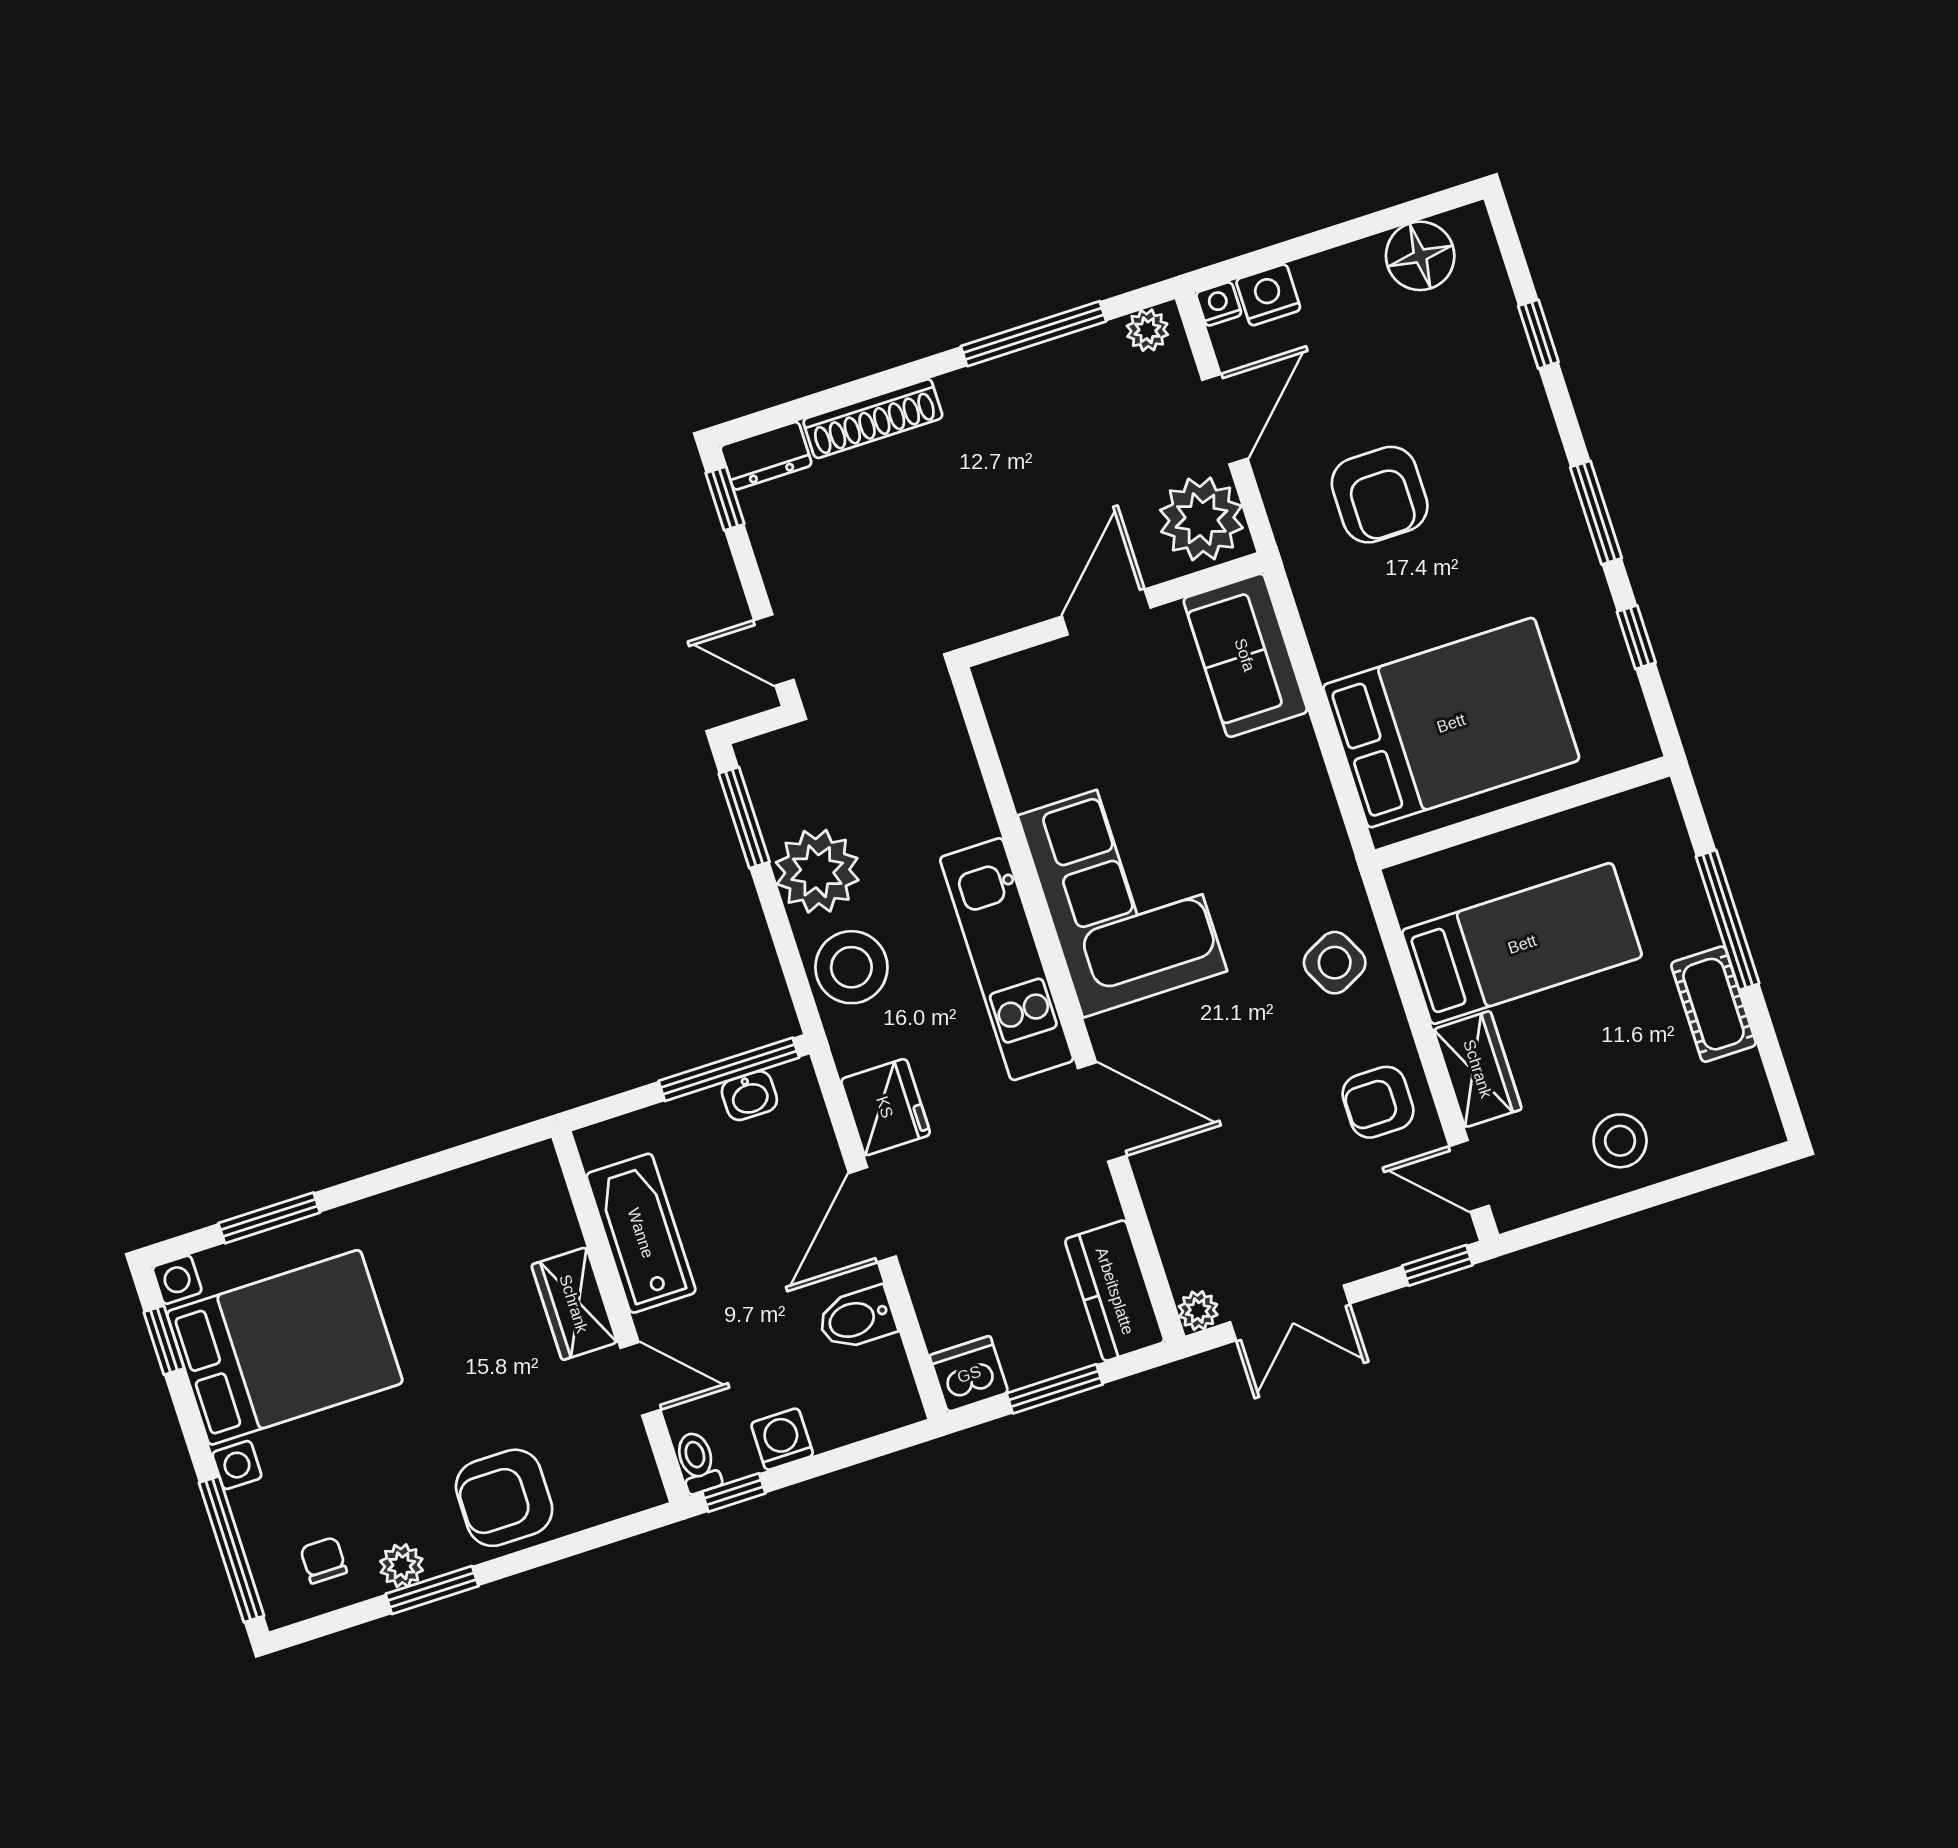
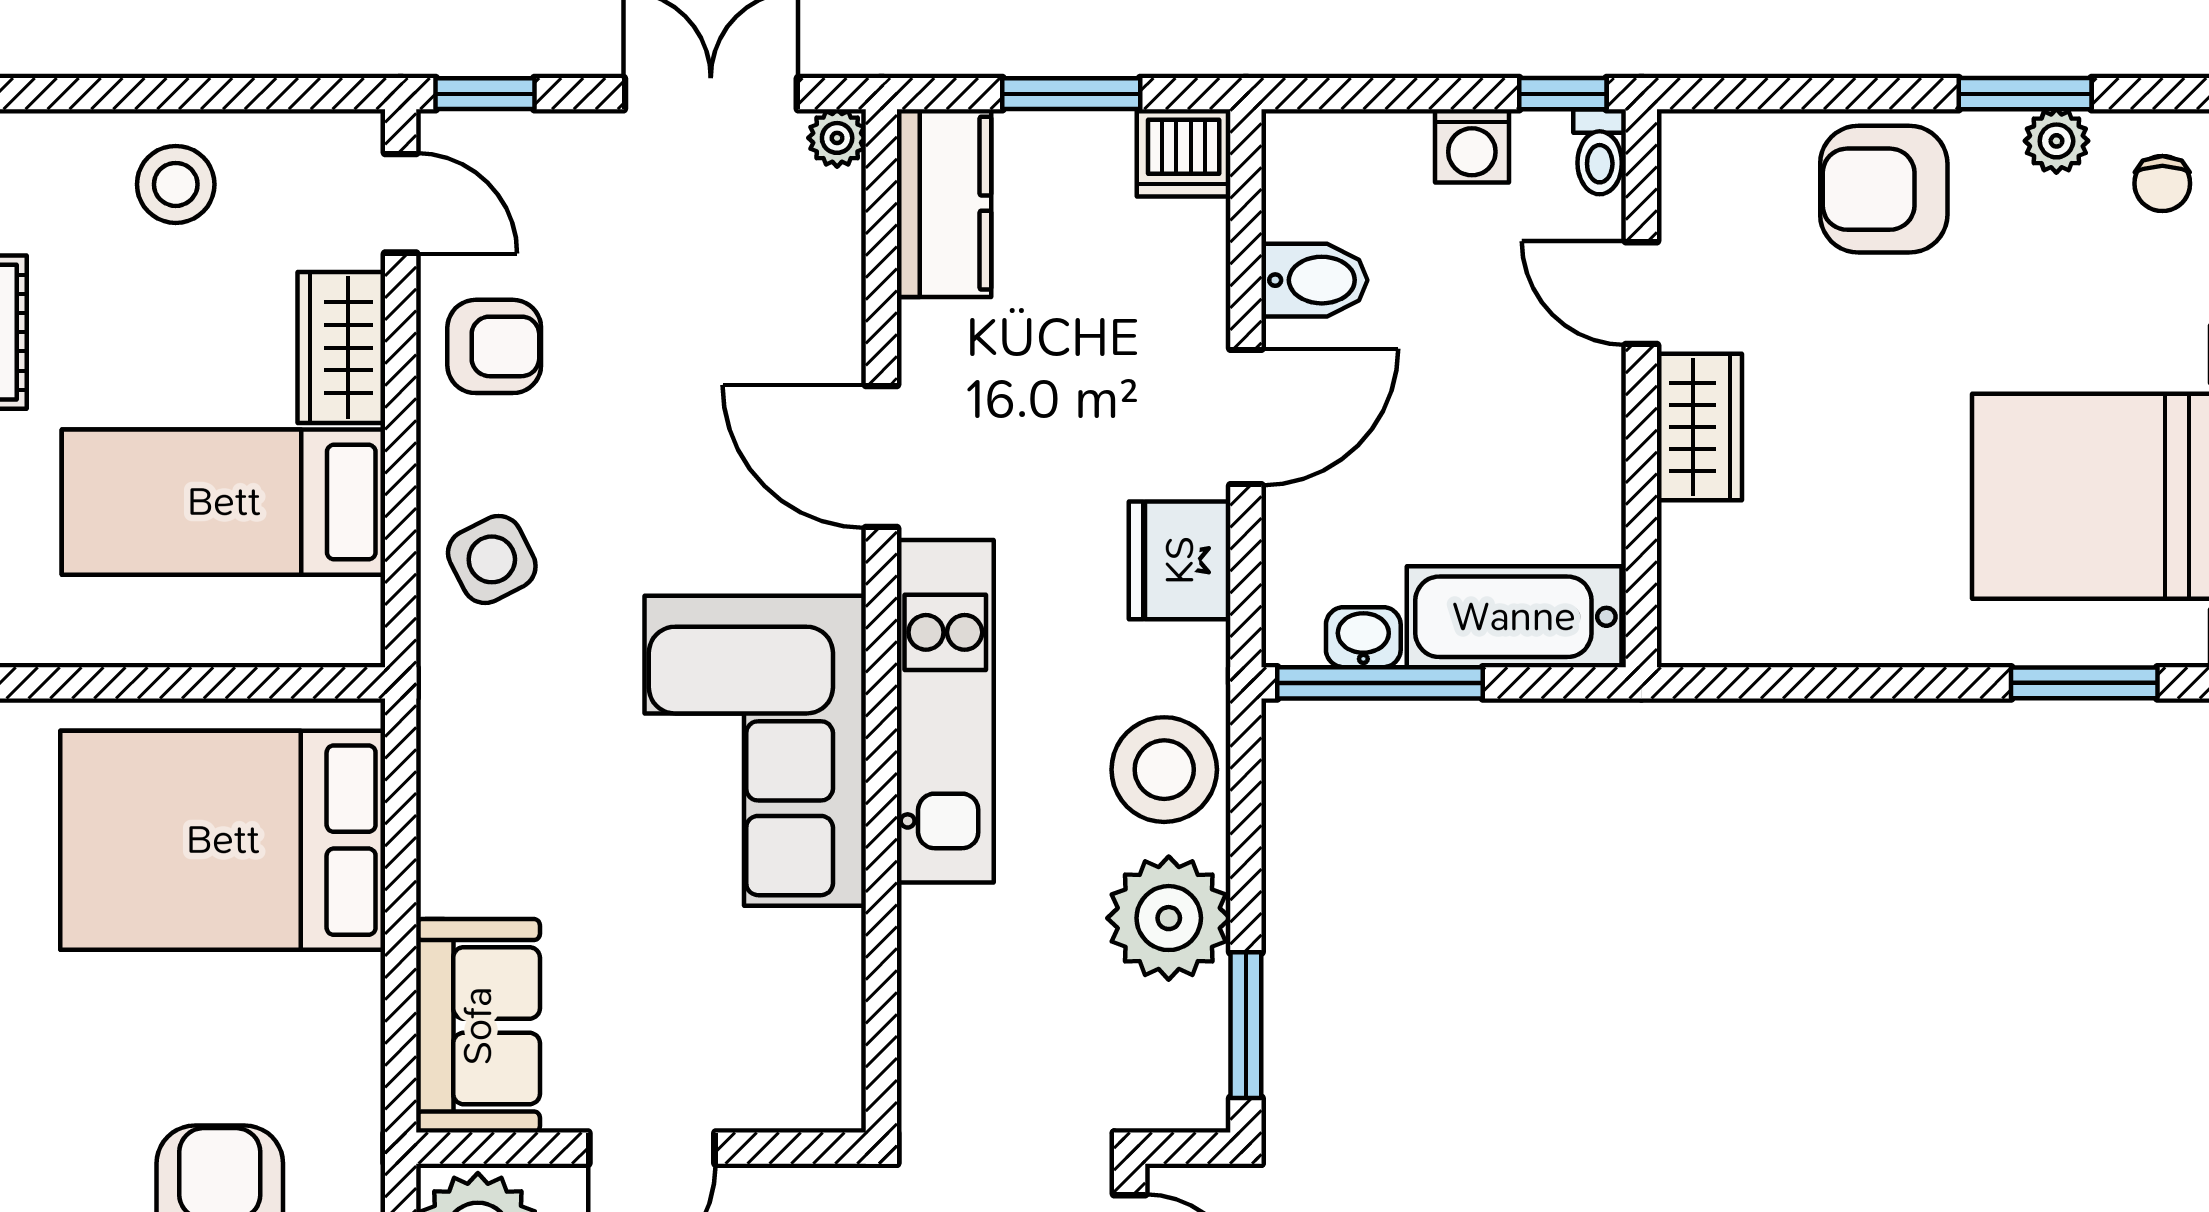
bathtub: (641, 1233) -> (1514, 617), moved, turned 90
armchair: (504, 1498) -> (1884, 189), turned 180

